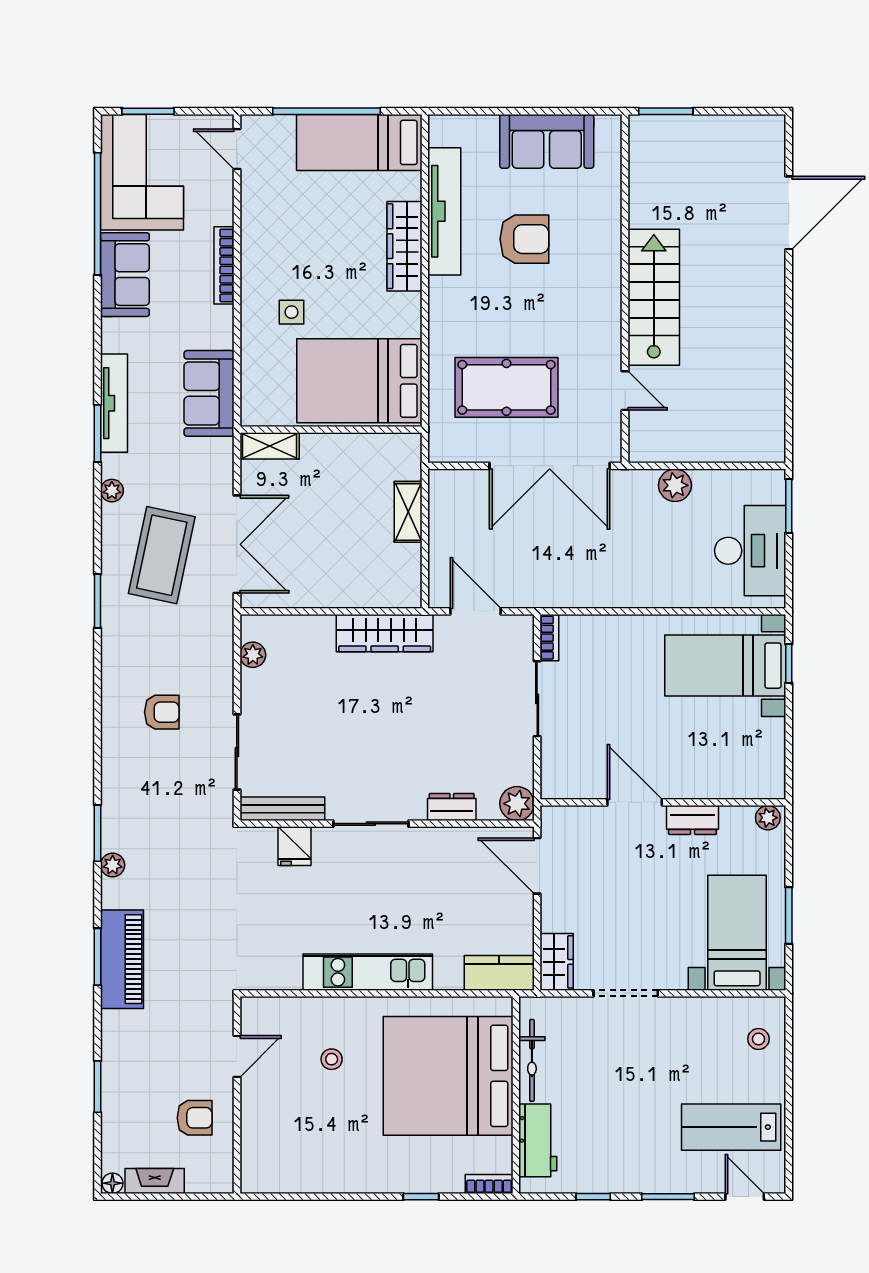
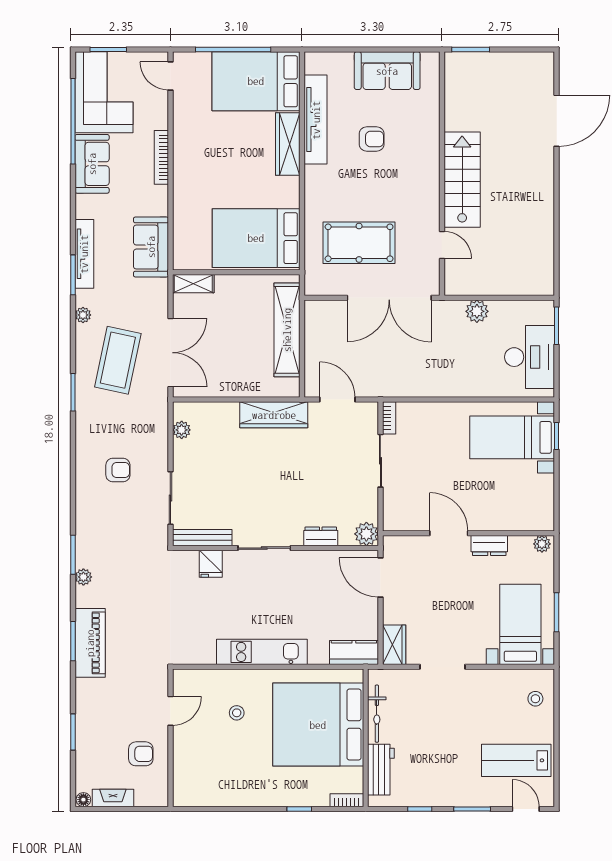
bed: (359, 142) -> (256, 81), width x1.50
armchair: (524, 239) -> (372, 139), width x0.72, depth x0.72
side table: (292, 312) -> (209, 190), removed
shelving: (408, 512) -> (287, 330), width x2.20, depth x1.33

